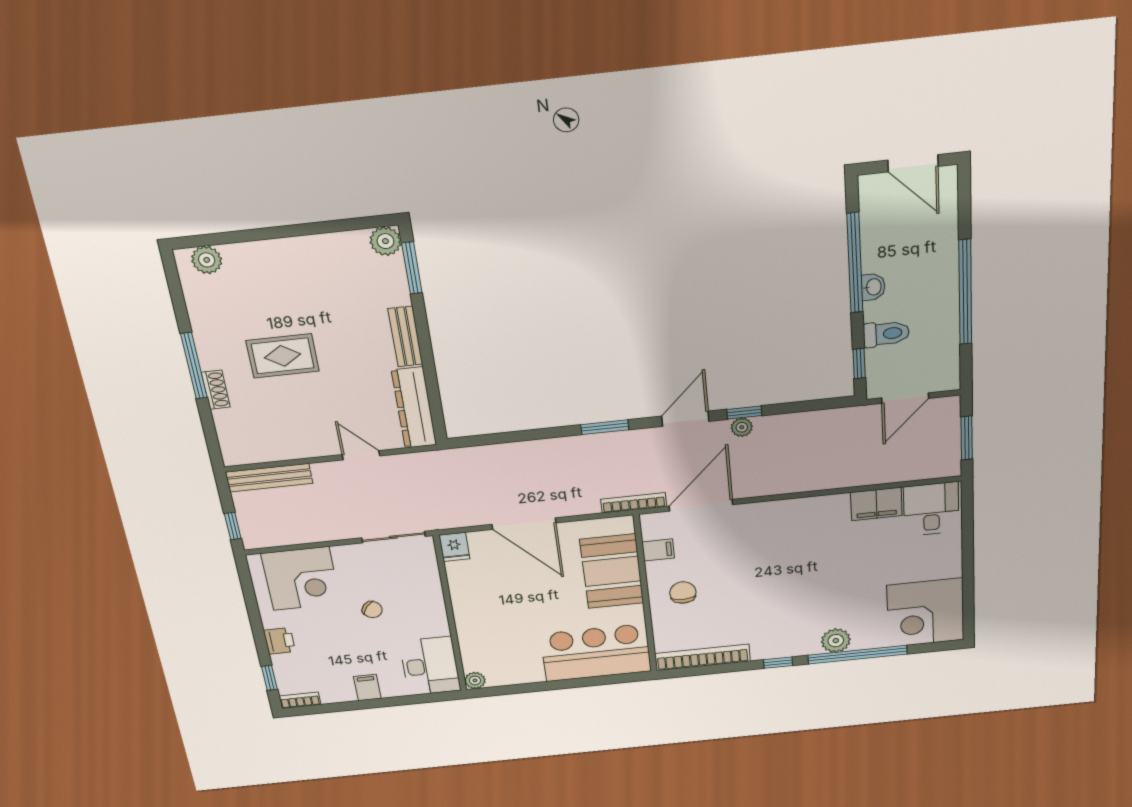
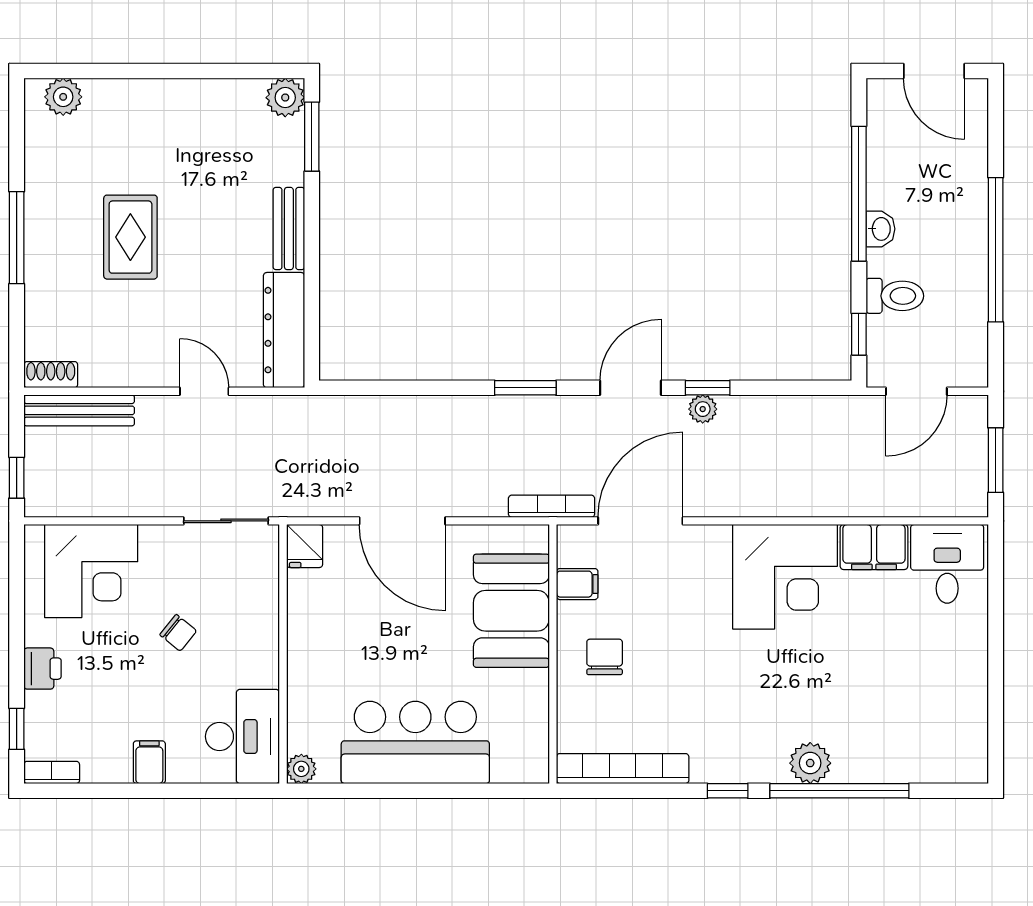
rug: (283, 356) -> (130, 237), turned 90
shoe rack: (216, 390) -> (51, 375), moved, turned -90
corner desk: (925, 613) -> (785, 577), moved, turned -90
bar counter: (596, 653) -> (415, 742), moved

